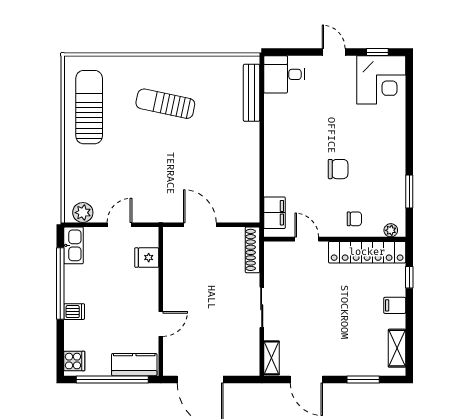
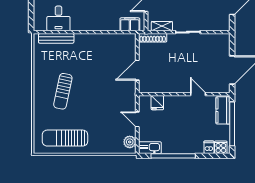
desk: (284, 74) -> (58, 18), moved
dishwasher: (74, 312) -> (209, 147), moved
shelving: (272, 358) -> (162, 26), moved

